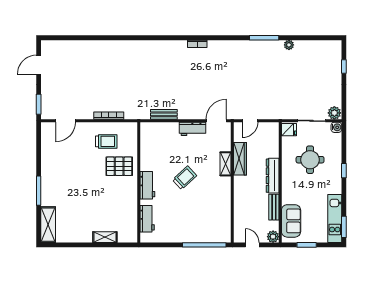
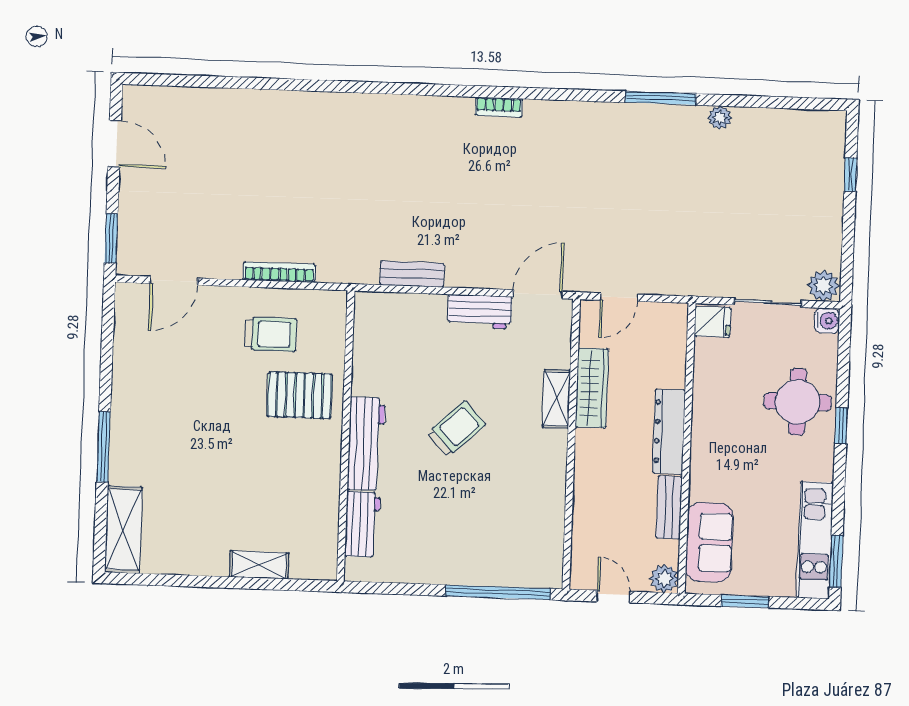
door: (39, 65) -> (115, 143), swing flipped
round table: (310, 160) -> (798, 402), moved
workbench: (147, 185) -> (366, 444), width x1.38

